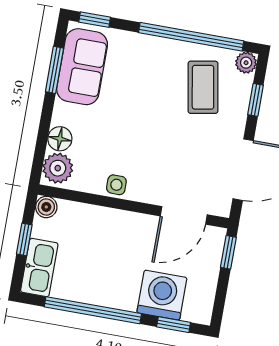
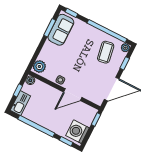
floor lamp: (60, 139) -> (44, 55), removed
door: (184, 215) -> (73, 95), moved
washing machine: (162, 295) -> (77, 132), moved, turned -90

